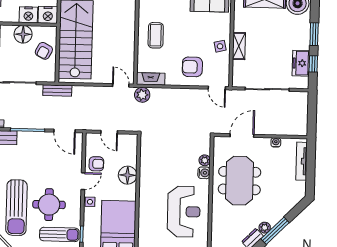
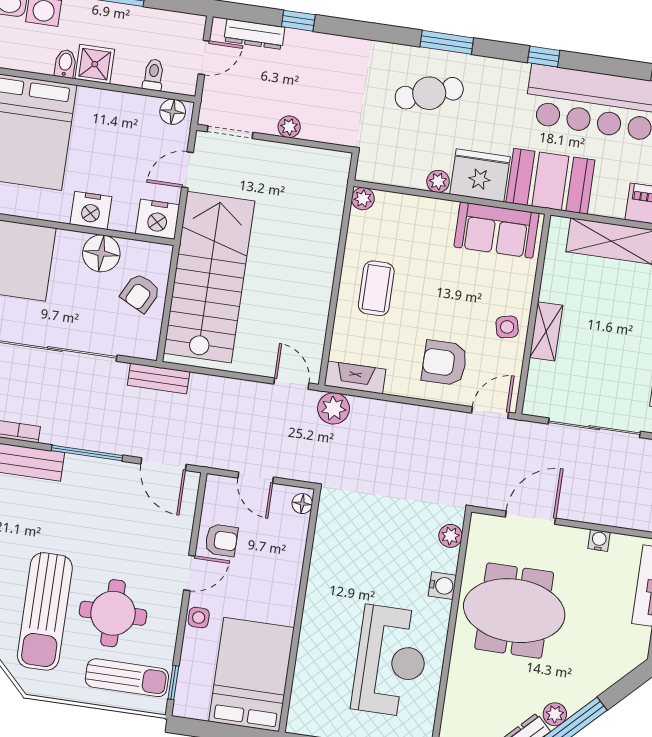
nightstand: (28, 15) -> (91, 211), moved
door: (217, 88) -> (490, 413), swing flipped
plant: (205, 160) -> (450, 536), moved
floor lamp: (128, 175) -> (302, 504), moved, width x0.53, depth x0.53
meeting table: (239, 181) -> (514, 611), turned 90

